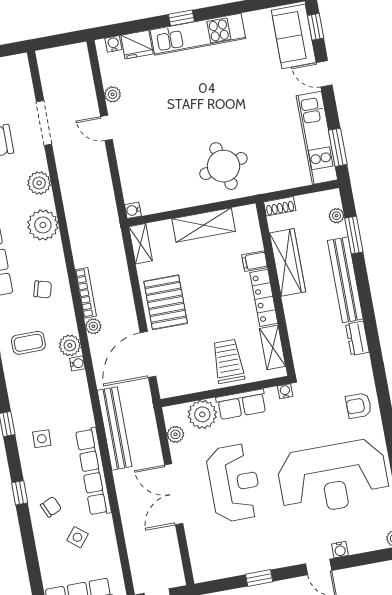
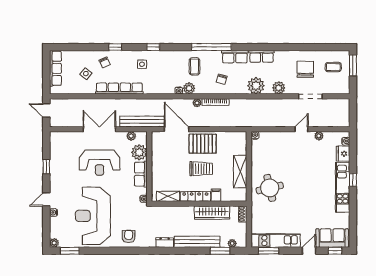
shelving: (141, 244) -> (236, 136), removed
trolley: (228, 361) -> (201, 169), moved
bench: (115, 428) -> (142, 121), moved

